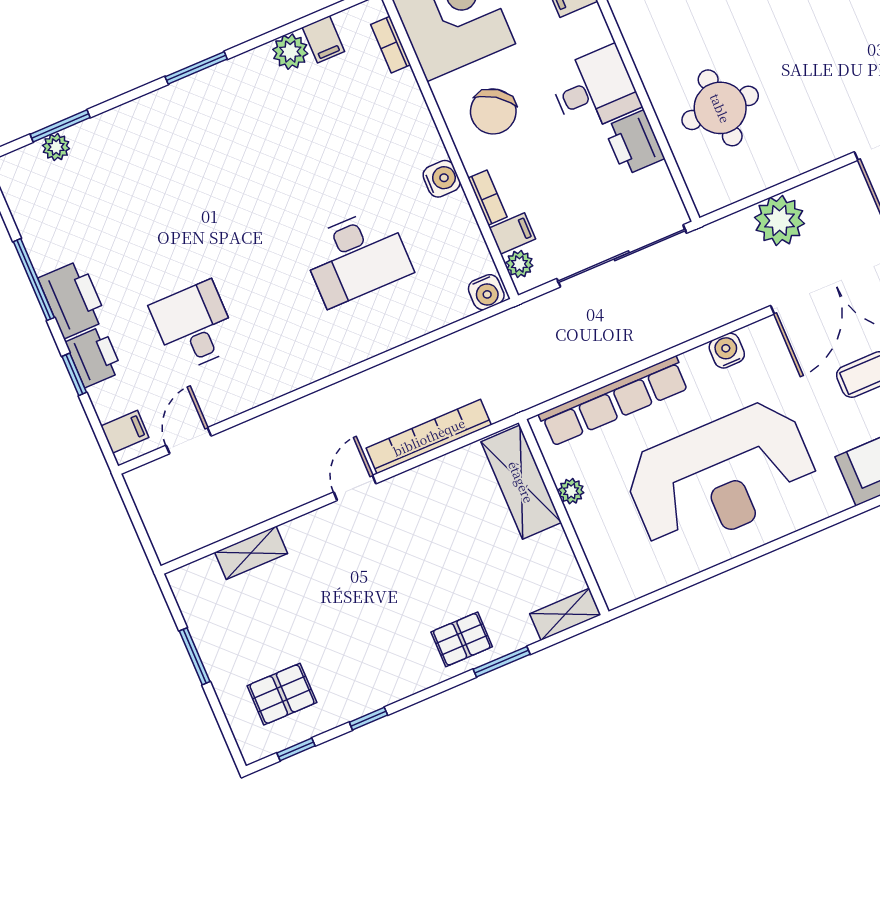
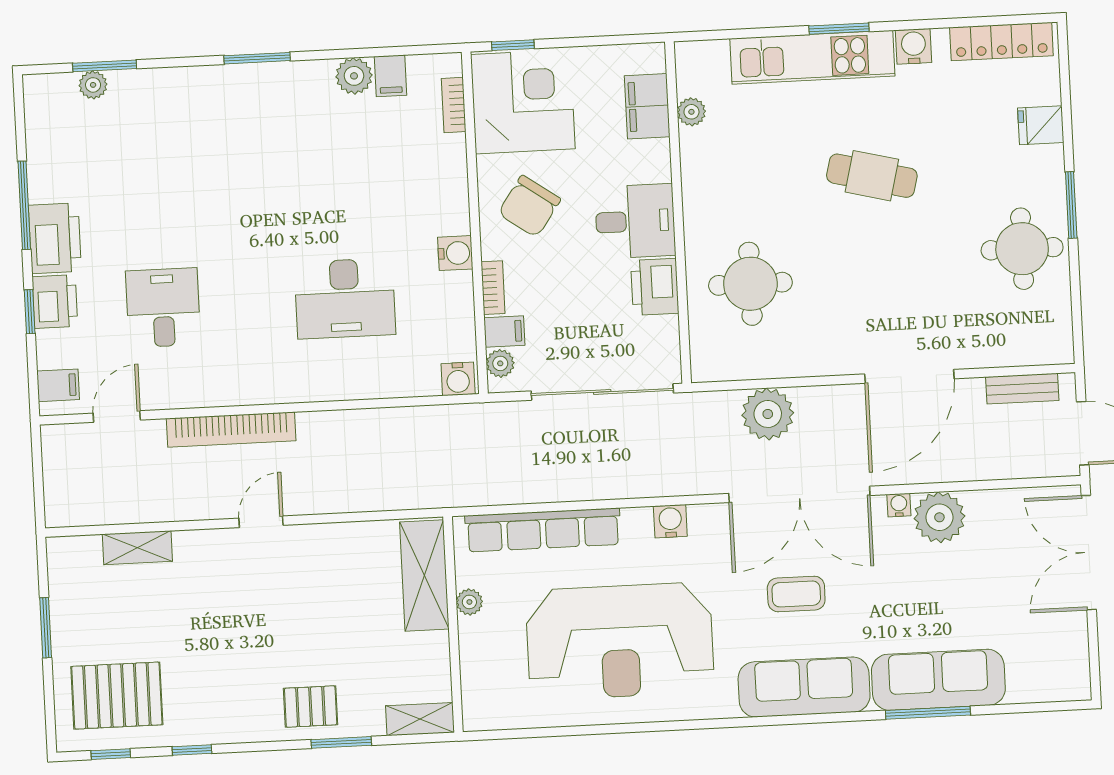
bookcase: (429, 437) -> (231, 430), moved, turned 180
pallet: (282, 694) -> (117, 696), width x1.50, depth x1.42

